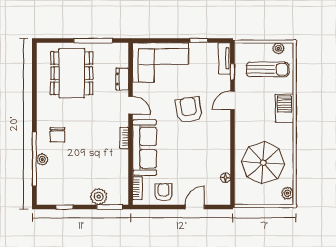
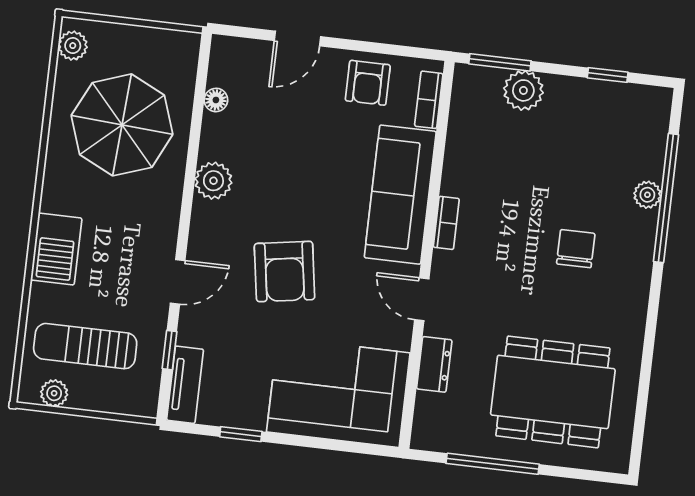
dining table: (72, 73) -> (553, 392), turned 90
chair: (57, 135) -> (576, 249), moved
plant: (223, 144) -> (213, 181), added

